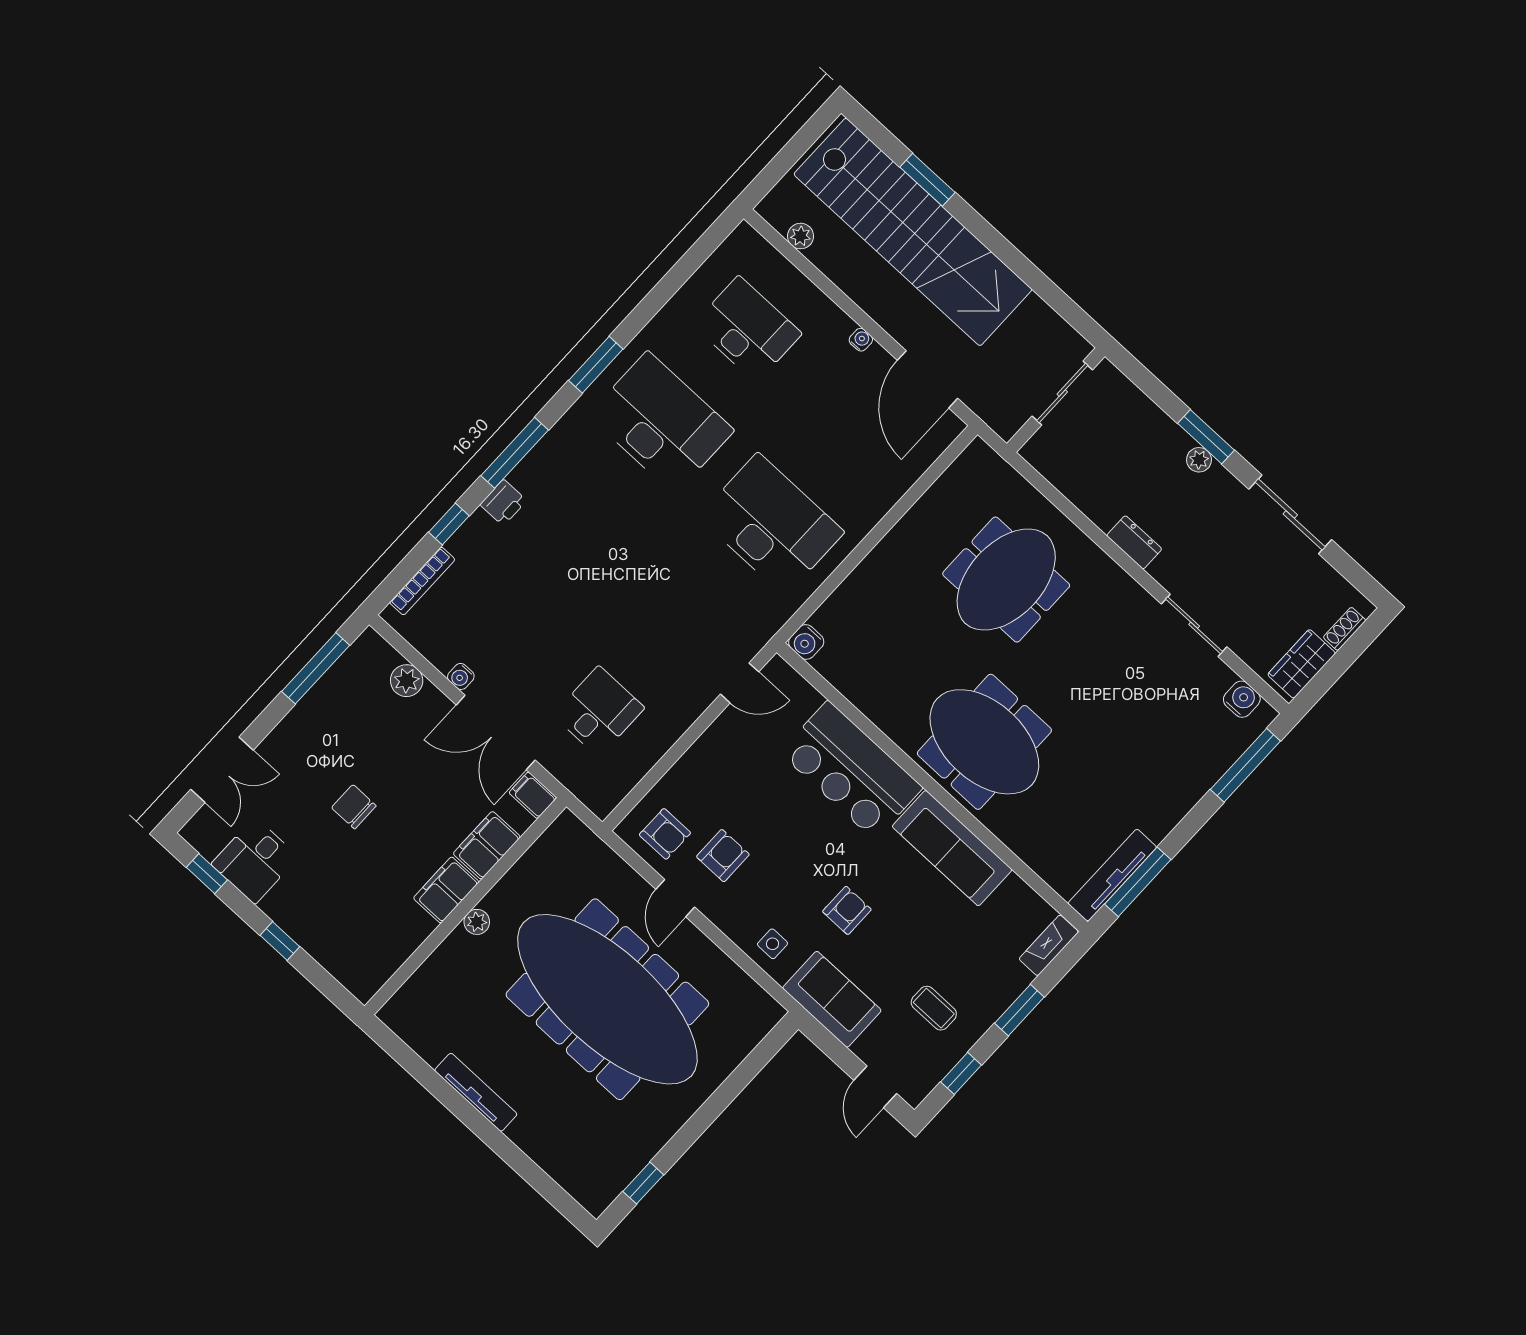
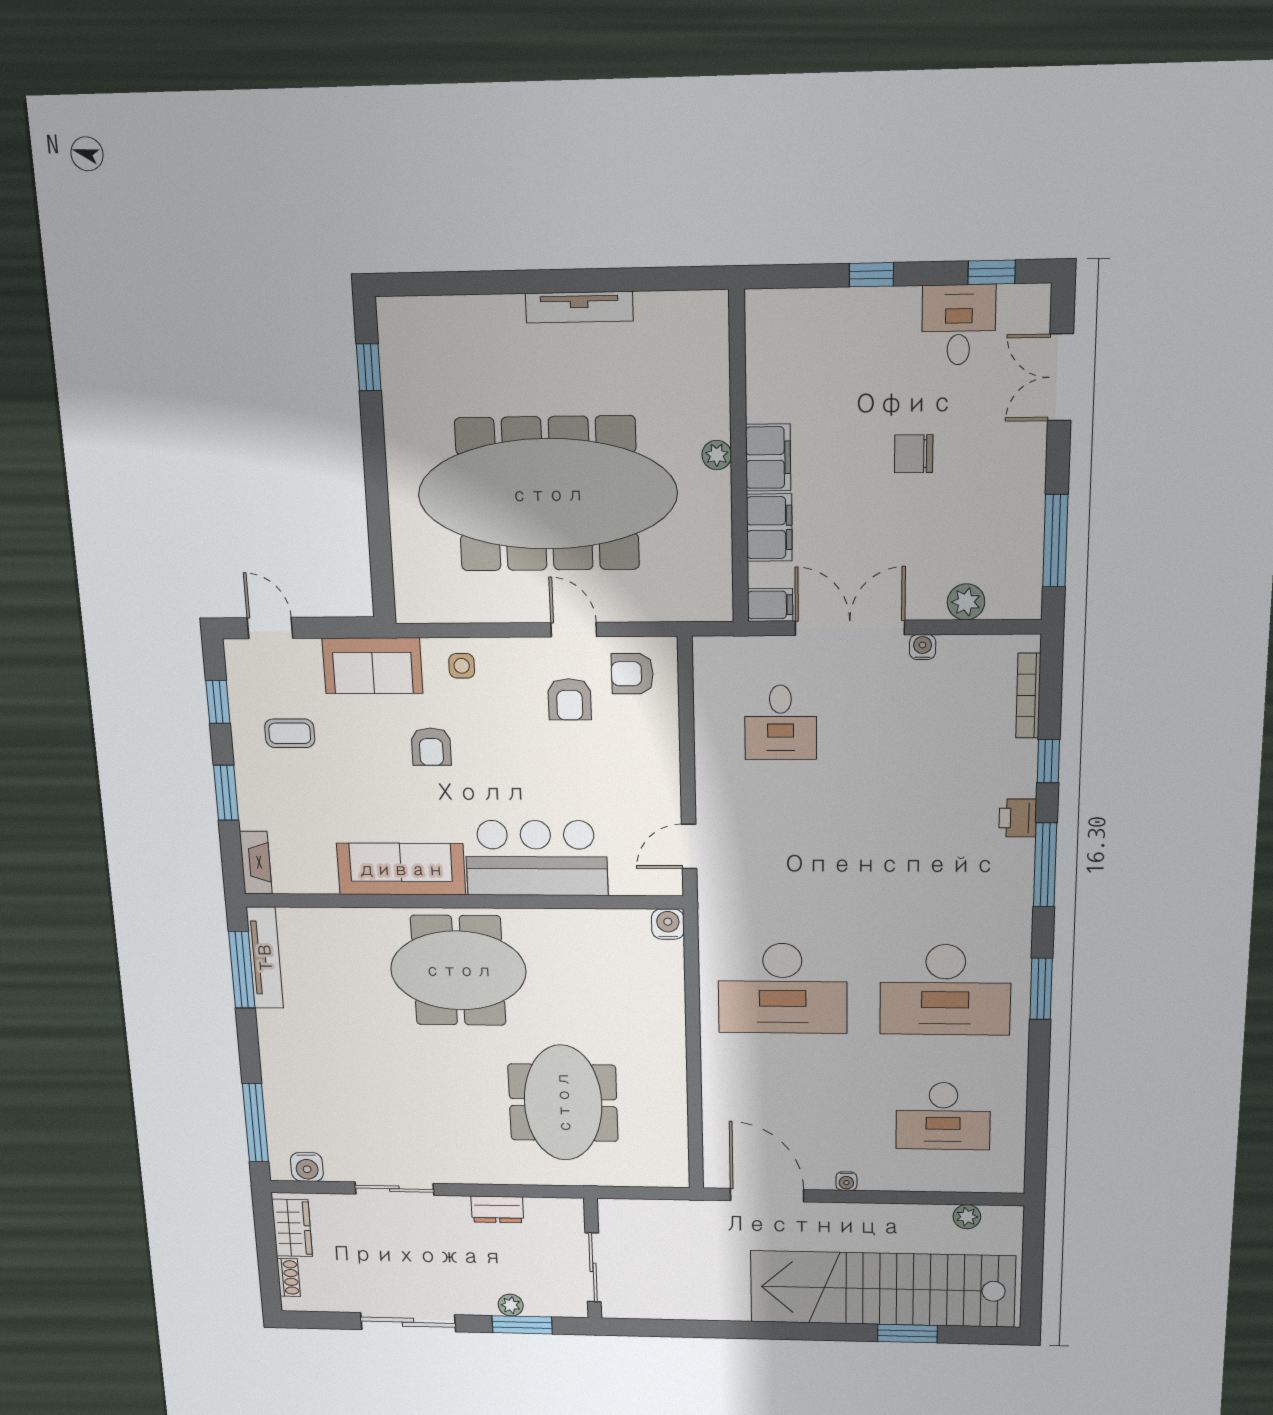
sliding door: (1062, 393) -> (593, 1267), moved
wall: (1056, 400) -> (593, 1259), moved
chair: (354, 807) -> (914, 454), turned 180

